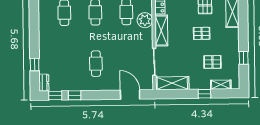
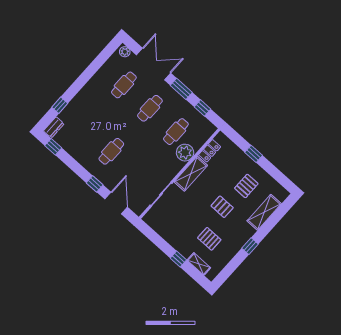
window: (244, 58) -> (250, 246), moved
shelving: (172, 83) -> (160, 226), removed
window: (75, 95) -> (95, 184), moved

